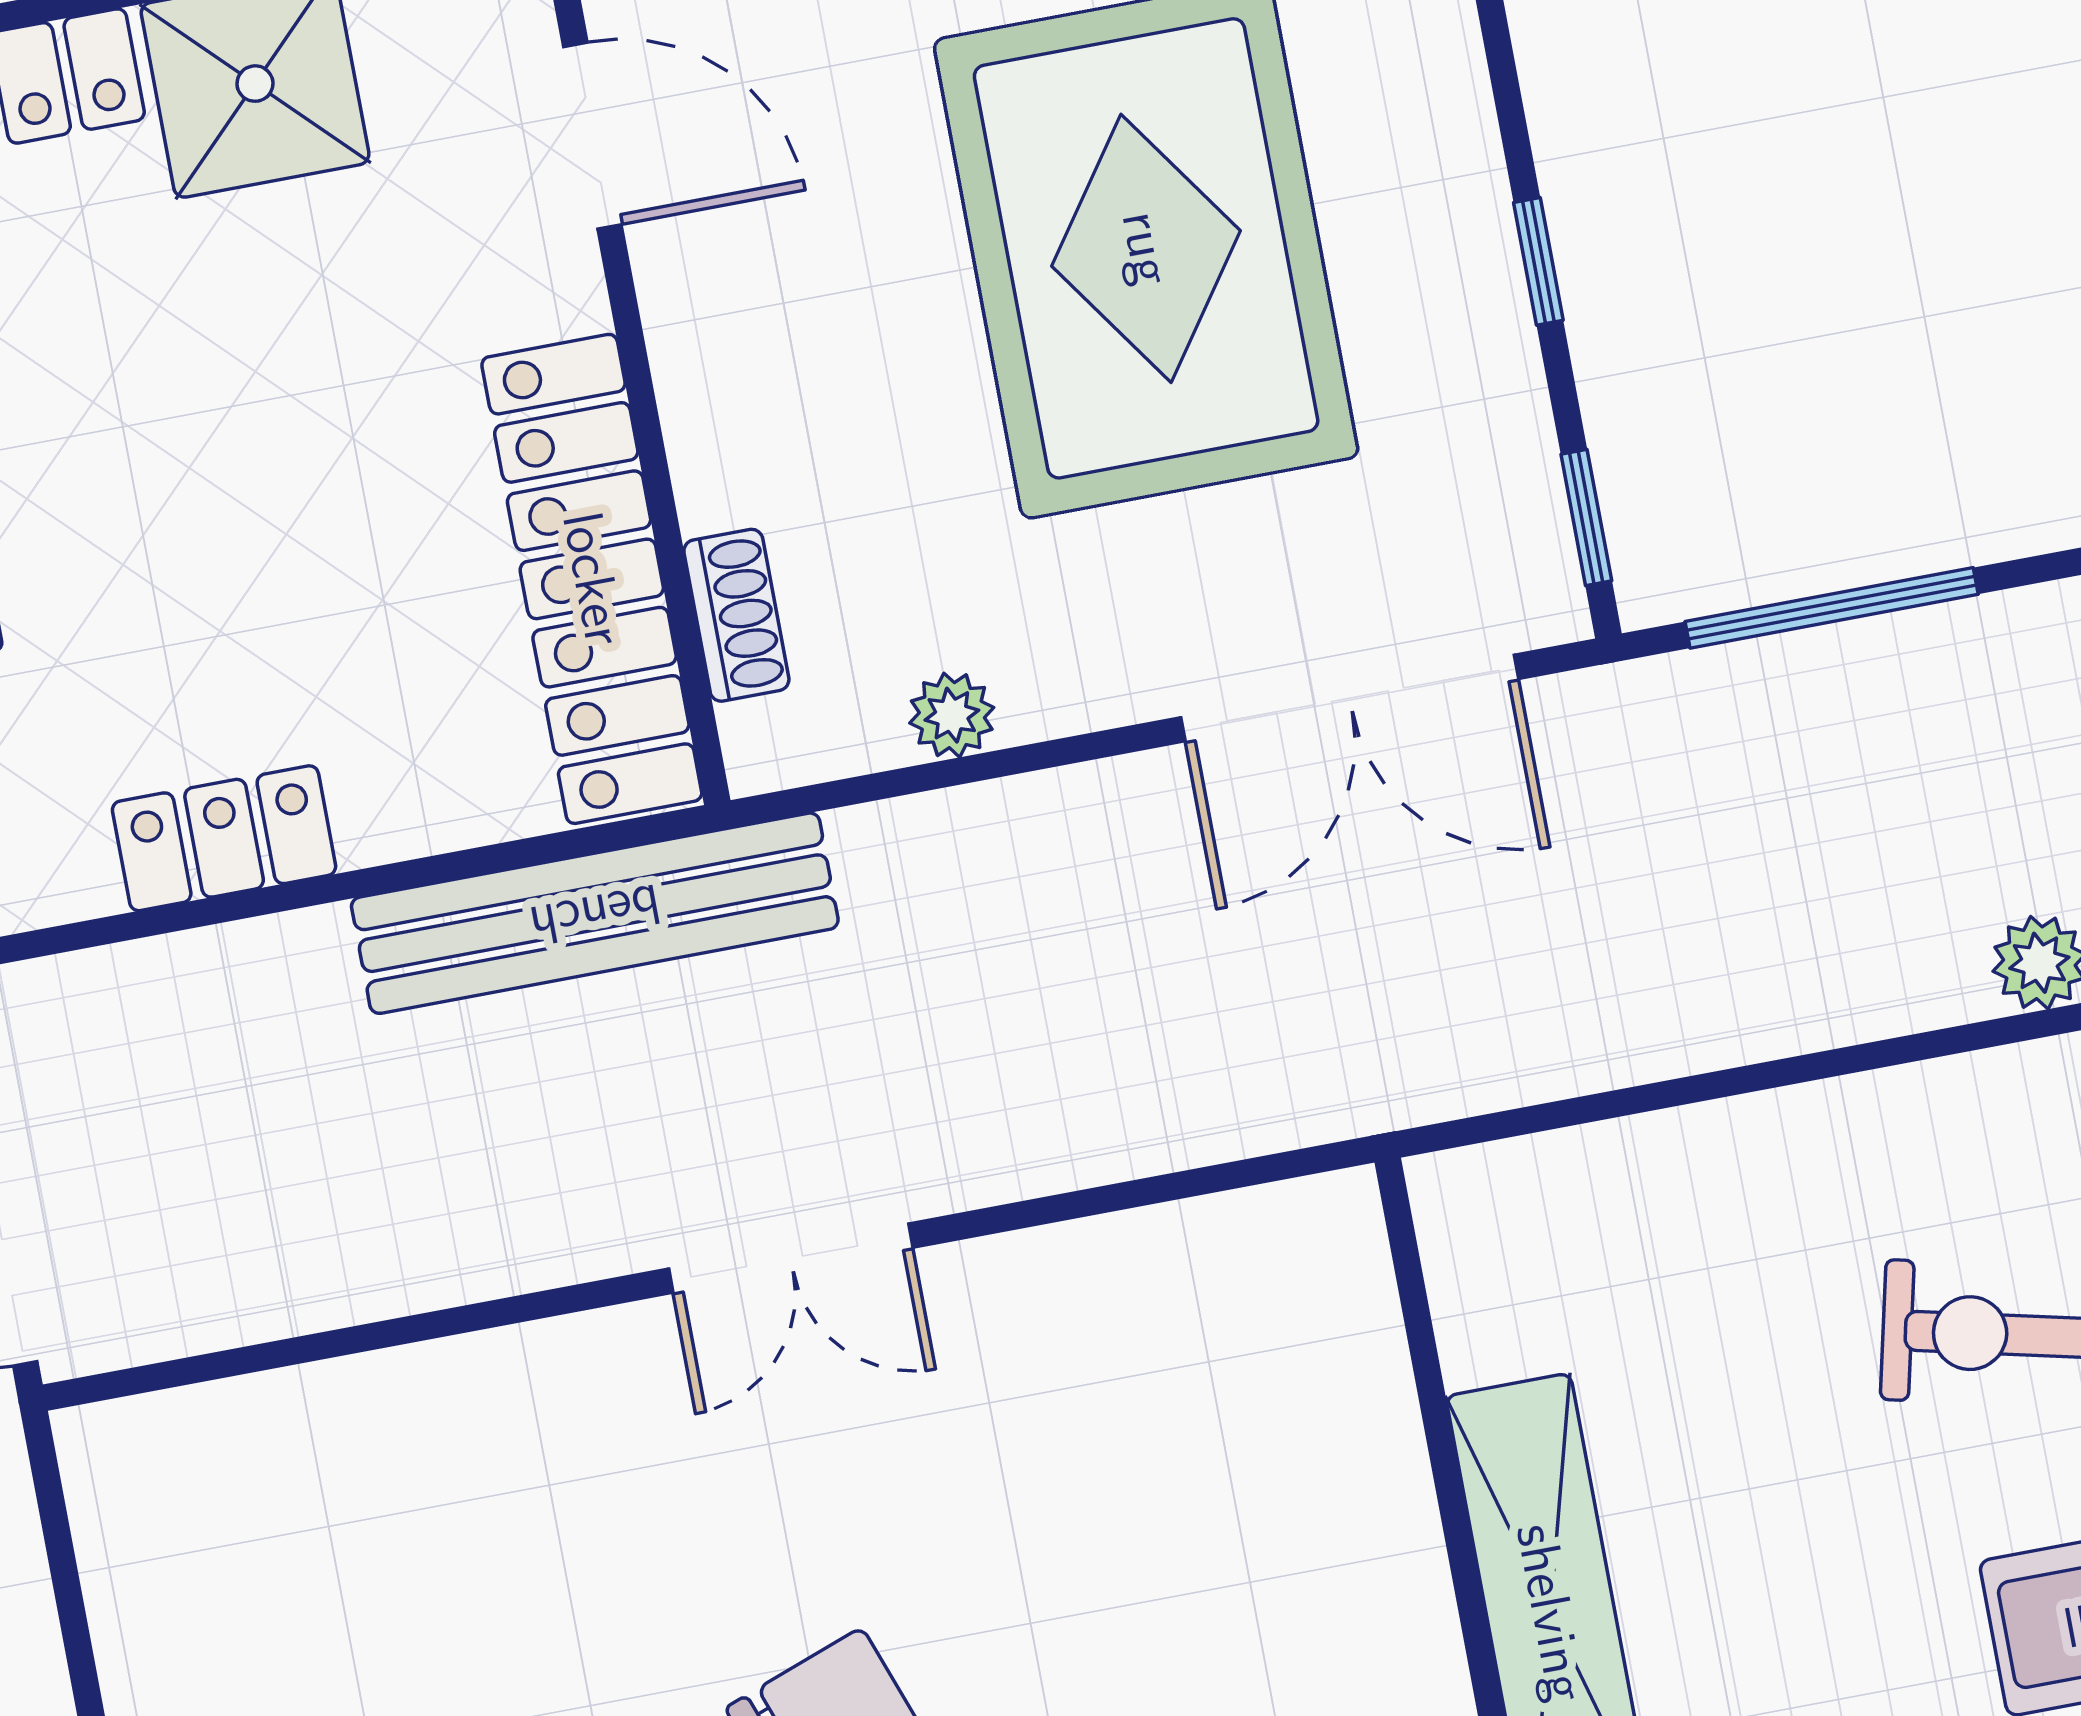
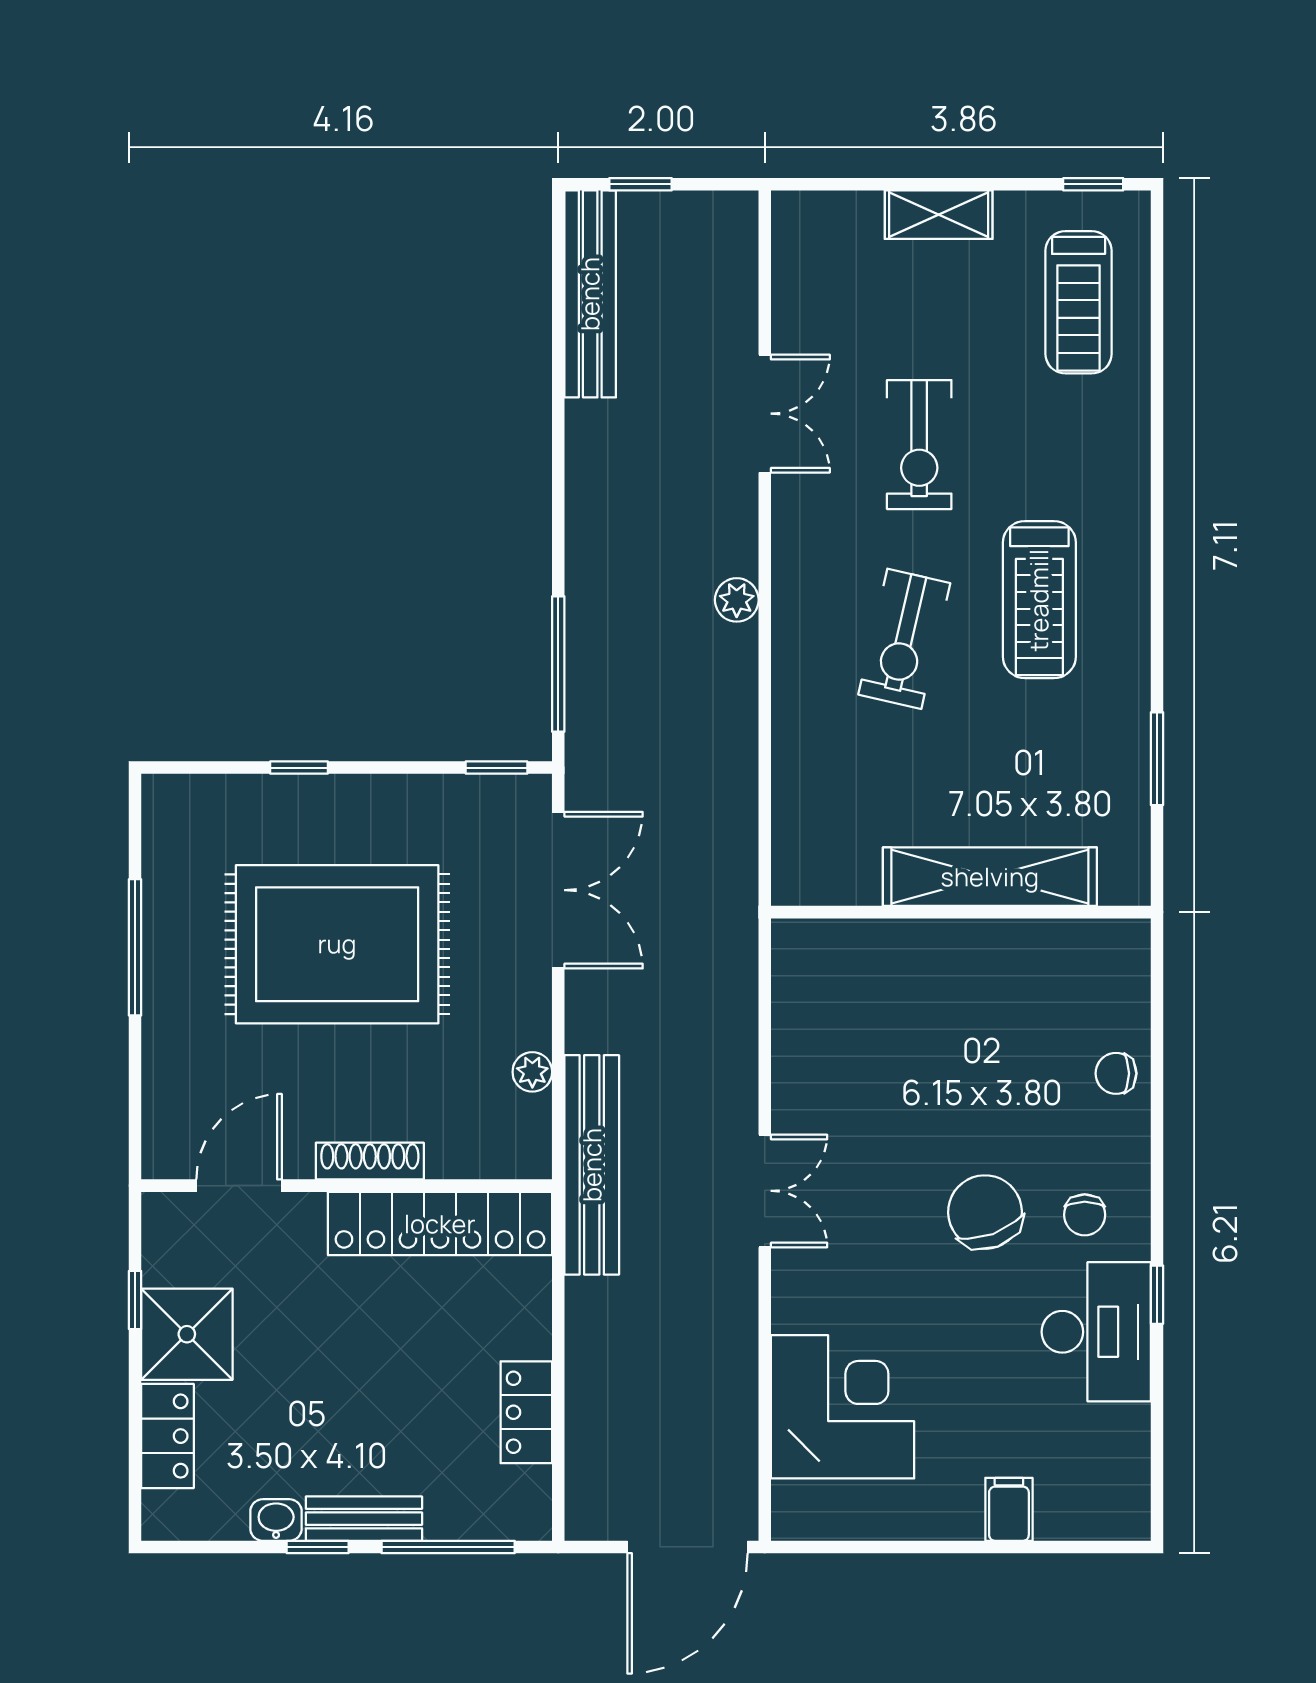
window: (1538, 261) -> (299, 768), moved
shoe rack: (736, 615) -> (370, 1161), moved, width x1.43
bench: (595, 913) -> (592, 1165), moved
corner desk: (362, 1510) -> (843, 1407), added

